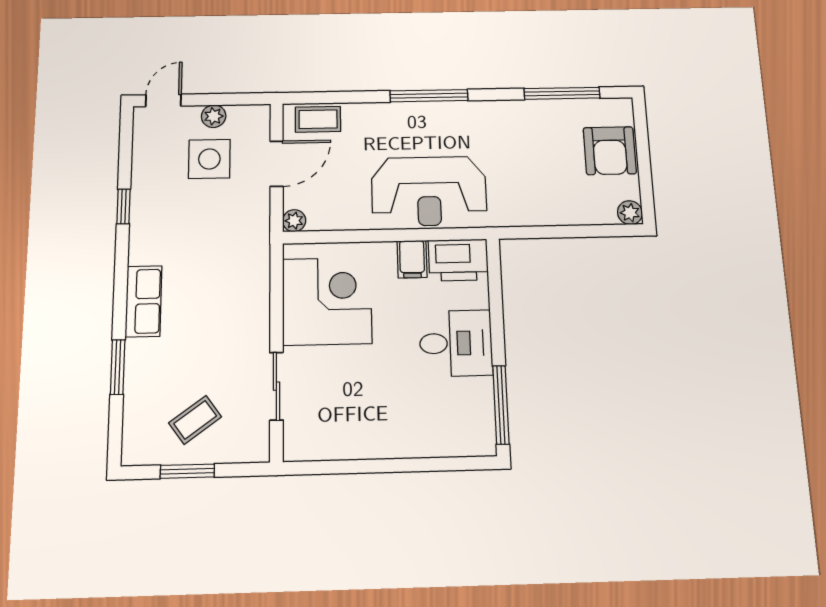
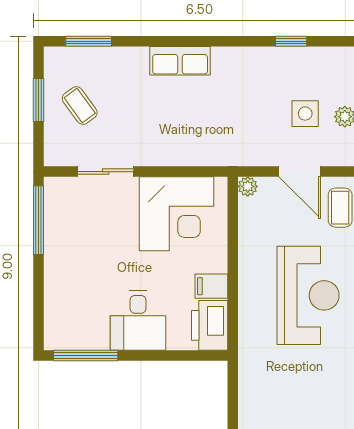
side table: (209, 159) -> (305, 114), width x0.73, depth x0.73
reception desk: (429, 191) -> (308, 295), moved, turned 180
window: (123, 206) -> (291, 41), moved
window: (118, 367) -> (89, 41), moved
window: (337, 467) -> (39, 220), added

